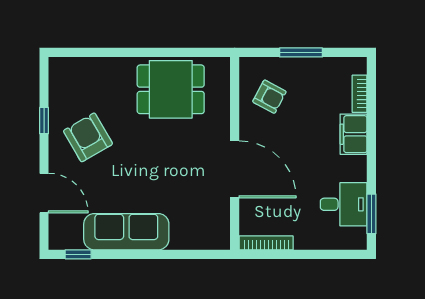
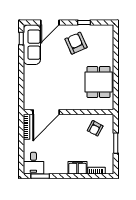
armchair: (88, 137) -> (76, 43), turned -84
door: (235, 169) -> (46, 112), moved
desk: (344, 204) -> (33, 163), moved
sofa: (126, 232) -> (32, 45), moved

